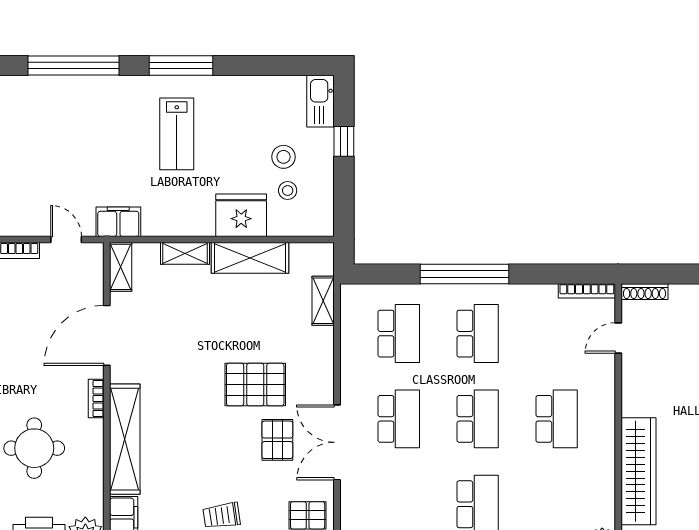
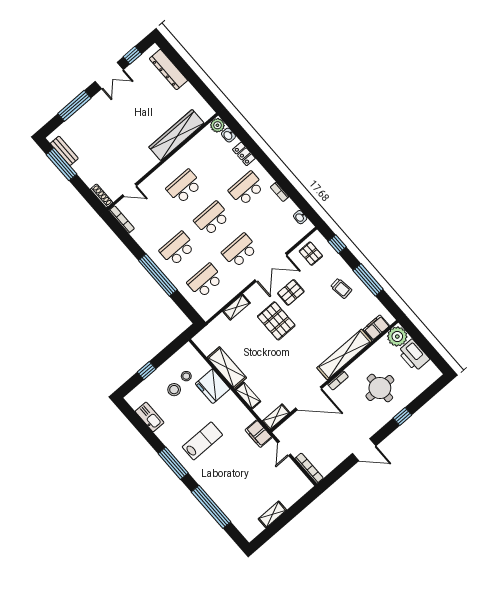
kitchen sink: (320, 101) -> (150, 417), moved, turned -90
shelving: (323, 301) -> (237, 307), moved

